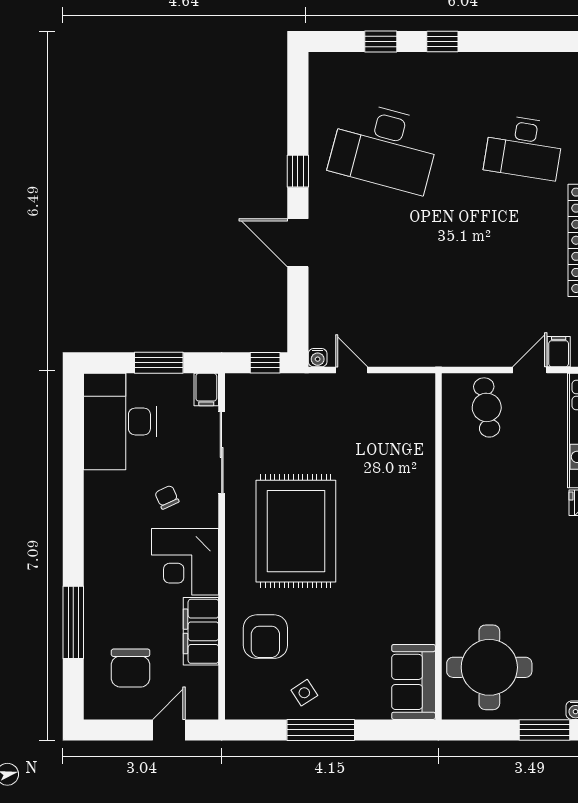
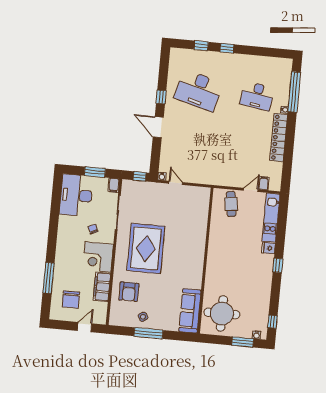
sofa: (414, 682) -> (190, 311), width x1.36

